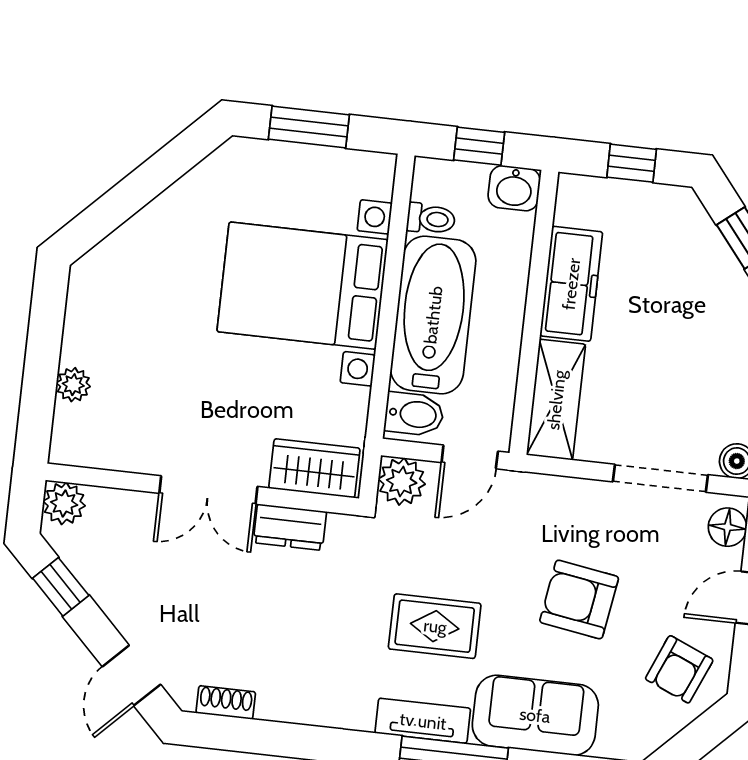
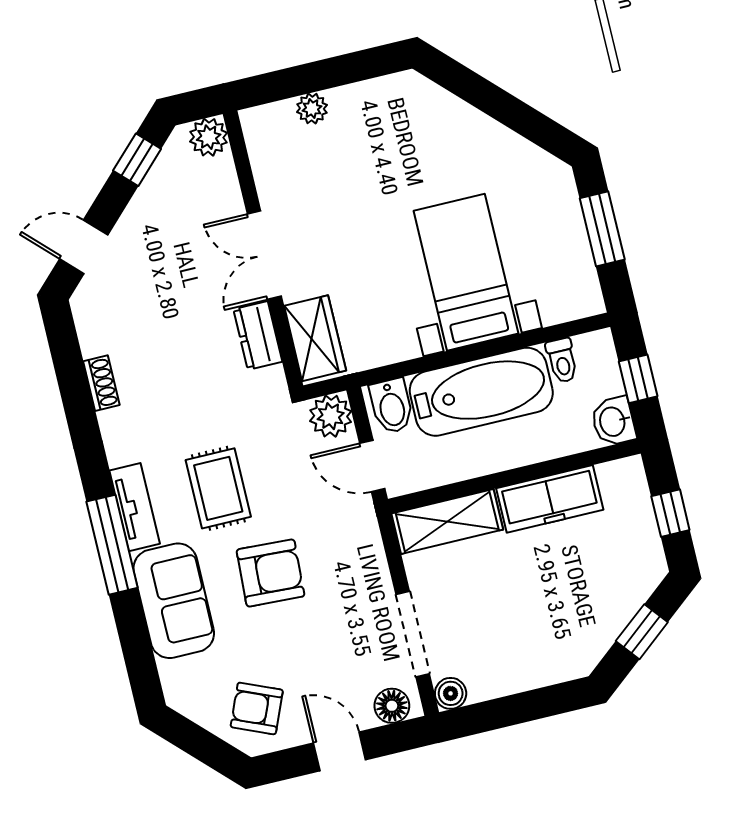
bed with nightstands: (303, 286) -> (466, 272), width x0.73
armchair: (579, 599) -> (270, 573), moved, turned 84
shoe rack: (226, 702) -> (101, 383), moved

